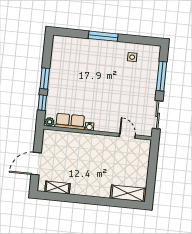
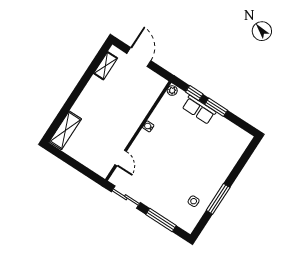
window: (103, 36) -> (218, 199), moved
row of seats: (70, 121) -> (199, 110), moved, turned 90
door: (127, 136) -> (121, 158), hinge flipped

